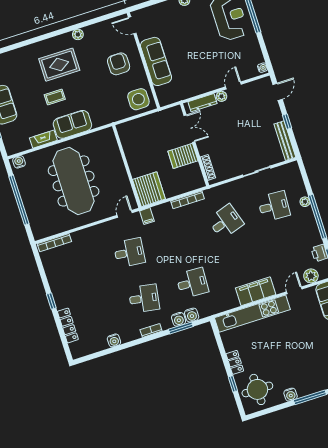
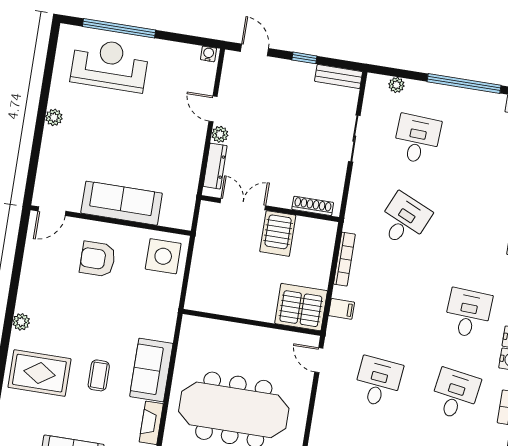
plant: (78, 34) -> (21, 322), moved
rug: (59, 65) -> (39, 373), moved, turned 90
bench: (285, 141) -> (339, 76), width x0.73
plant: (305, 202) -> (396, 85), moved
filing cabinet: (147, 216) -> (341, 309), moved
desk: (226, 222) -> (404, 220), turned 42

